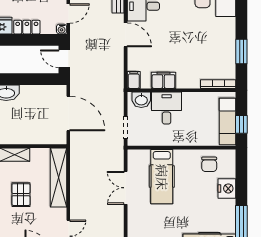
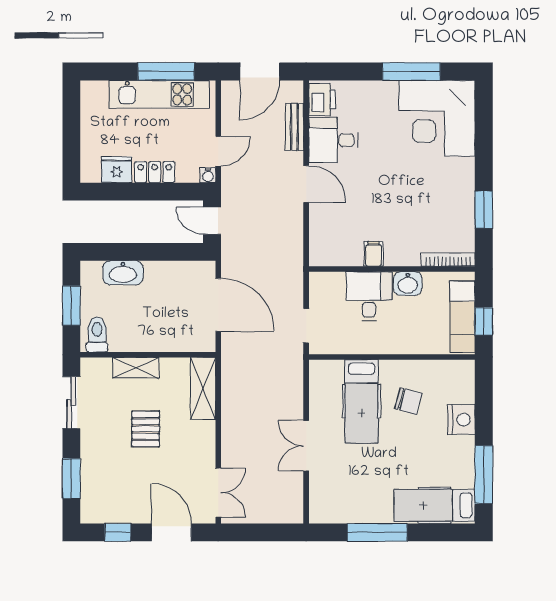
filing cabinet: (134, 80) -> (319, 253), removed
filing cabinet: (163, 80) -> (374, 254), width x0.50
washbasin: (141, 100) -> (408, 284), moved
chair: (209, 164) -> (408, 401), moved, turned -75
shelving: (58, 178) -> (203, 388), width x0.68
double door: (126, 188) -> (306, 446), moved

